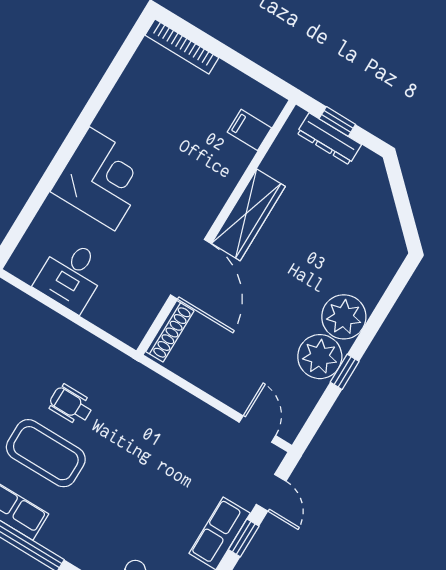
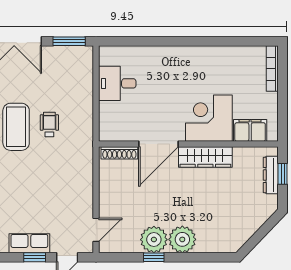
filing cabinet: (249, 130) -> (250, 130), width x2.00
corner desk: (102, 179) -> (209, 118), moved, turned 180

